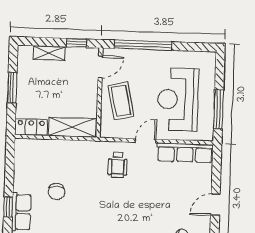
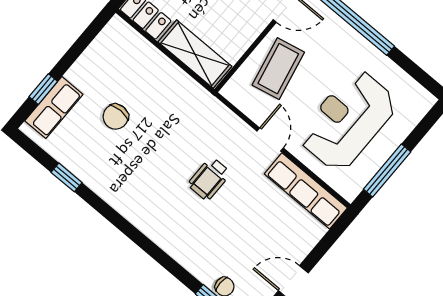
door: (146, 141) -> (270, 140), hinge flipped
wheelchair: (118, 165) -> (209, 179), moved

